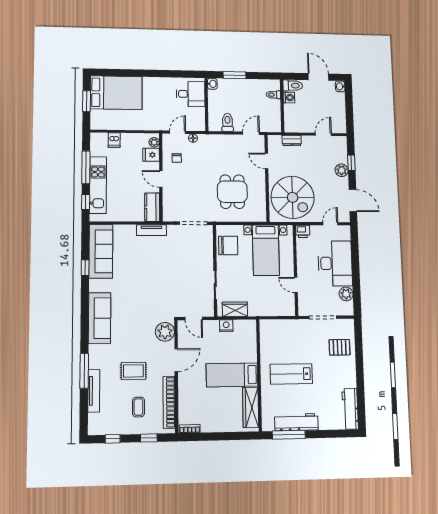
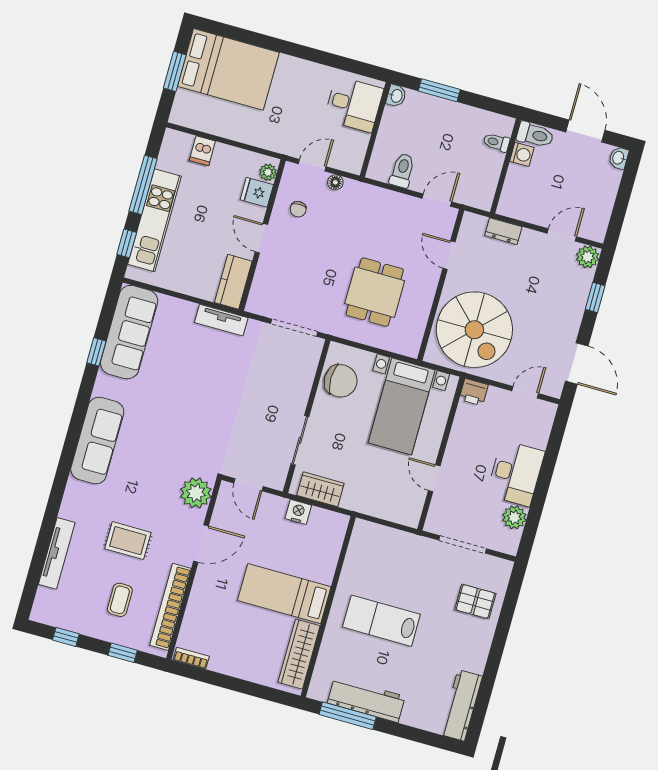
plant: (342, 170) -> (588, 257), moved
desk: (335, 263) -> (516, 473), width x0.73, depth x0.77
window: (84, 371) -> (50, 518), removed

